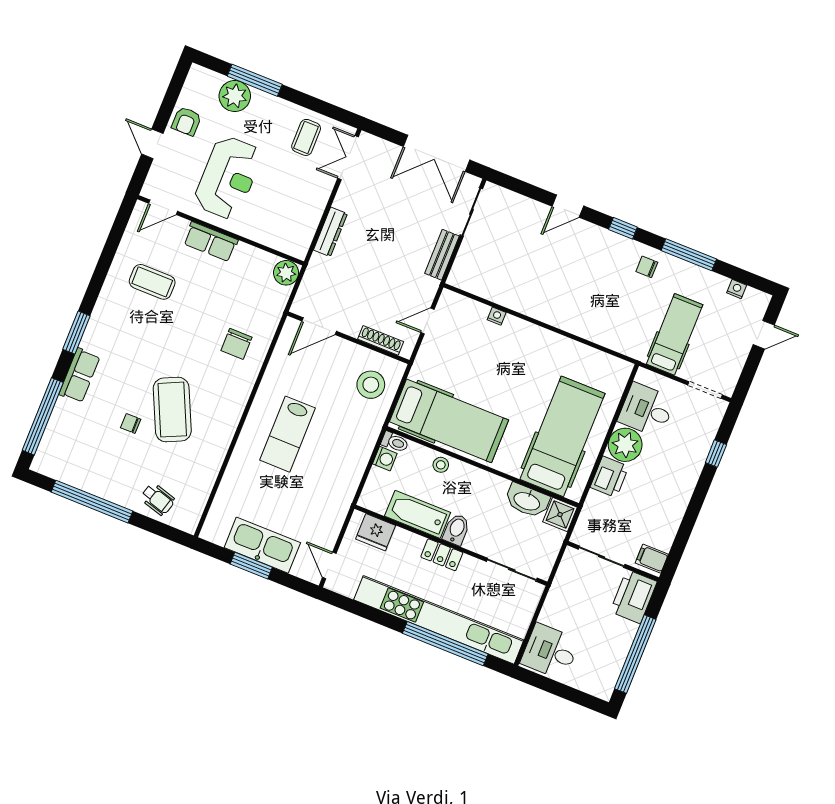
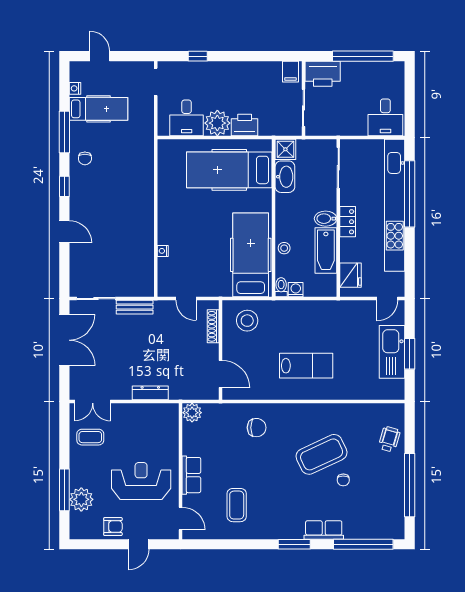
hospital bed: (675, 334) -> (98, 109), moved, turned 180

